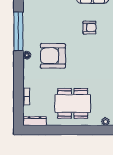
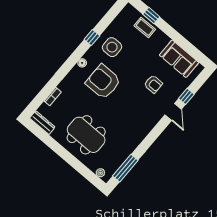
side table: (38, 26) -> (112, 47), added
window: (18, 31) -> (92, 37), width x0.32

